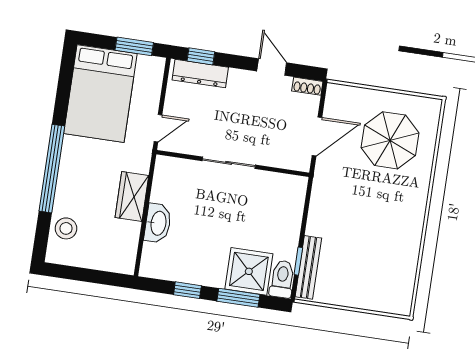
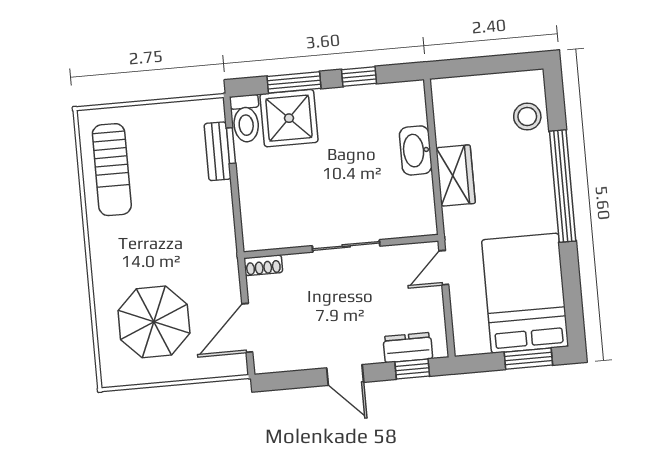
window: (134, 46) -> (528, 359), moved
door: (272, 67) -> (345, 375), moved
dresser: (200, 74) -> (408, 348), width x0.70
shoe rack: (307, 86) -> (263, 265), moved, turned 180
door: (317, 136) -> (247, 328), moved
sun lounger: (394, 265) -> (112, 170), added
bench: (308, 267) -> (218, 151), width x0.73

